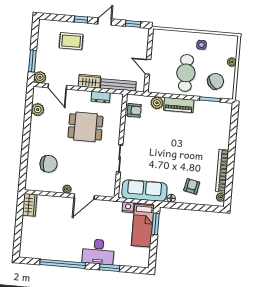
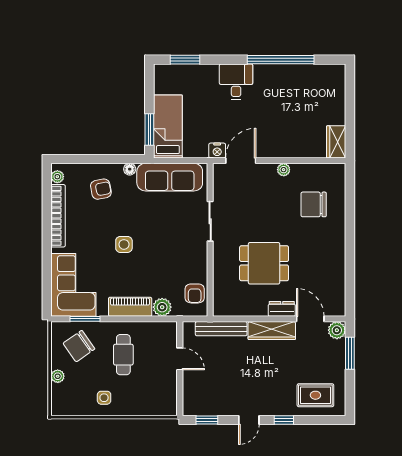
rug: (71, 41) -> (315, 395), moved
cafe table: (186, 73) -> (123, 355), width x0.73, depth x0.74
wardrobe: (89, 81) -> (272, 331), width x1.50
dresser: (101, 97) -> (282, 309), moved
plant: (38, 110) -> (336, 283), removed
armchair: (134, 110) -> (195, 293), turned -90
corner sofa: (216, 123) -> (73, 285), added
side table: (179, 148) -> (124, 244), added
armchair: (192, 186) -> (101, 189), turned -113
door: (84, 197) -> (241, 161), moved
nightstand: (128, 207) -> (217, 151), moved
desk: (98, 252) -> (236, 82), width x0.73
window: (110, 268) -> (185, 60), moved

